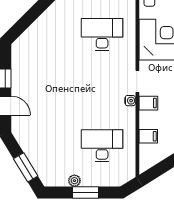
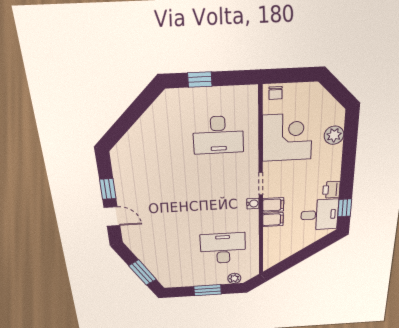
desk: (102, 34) -> (218, 135), turned 180
filing cabinet: (148, 136) -> (273, 220), moved
plant: (74, 181) -> (234, 278), moved

